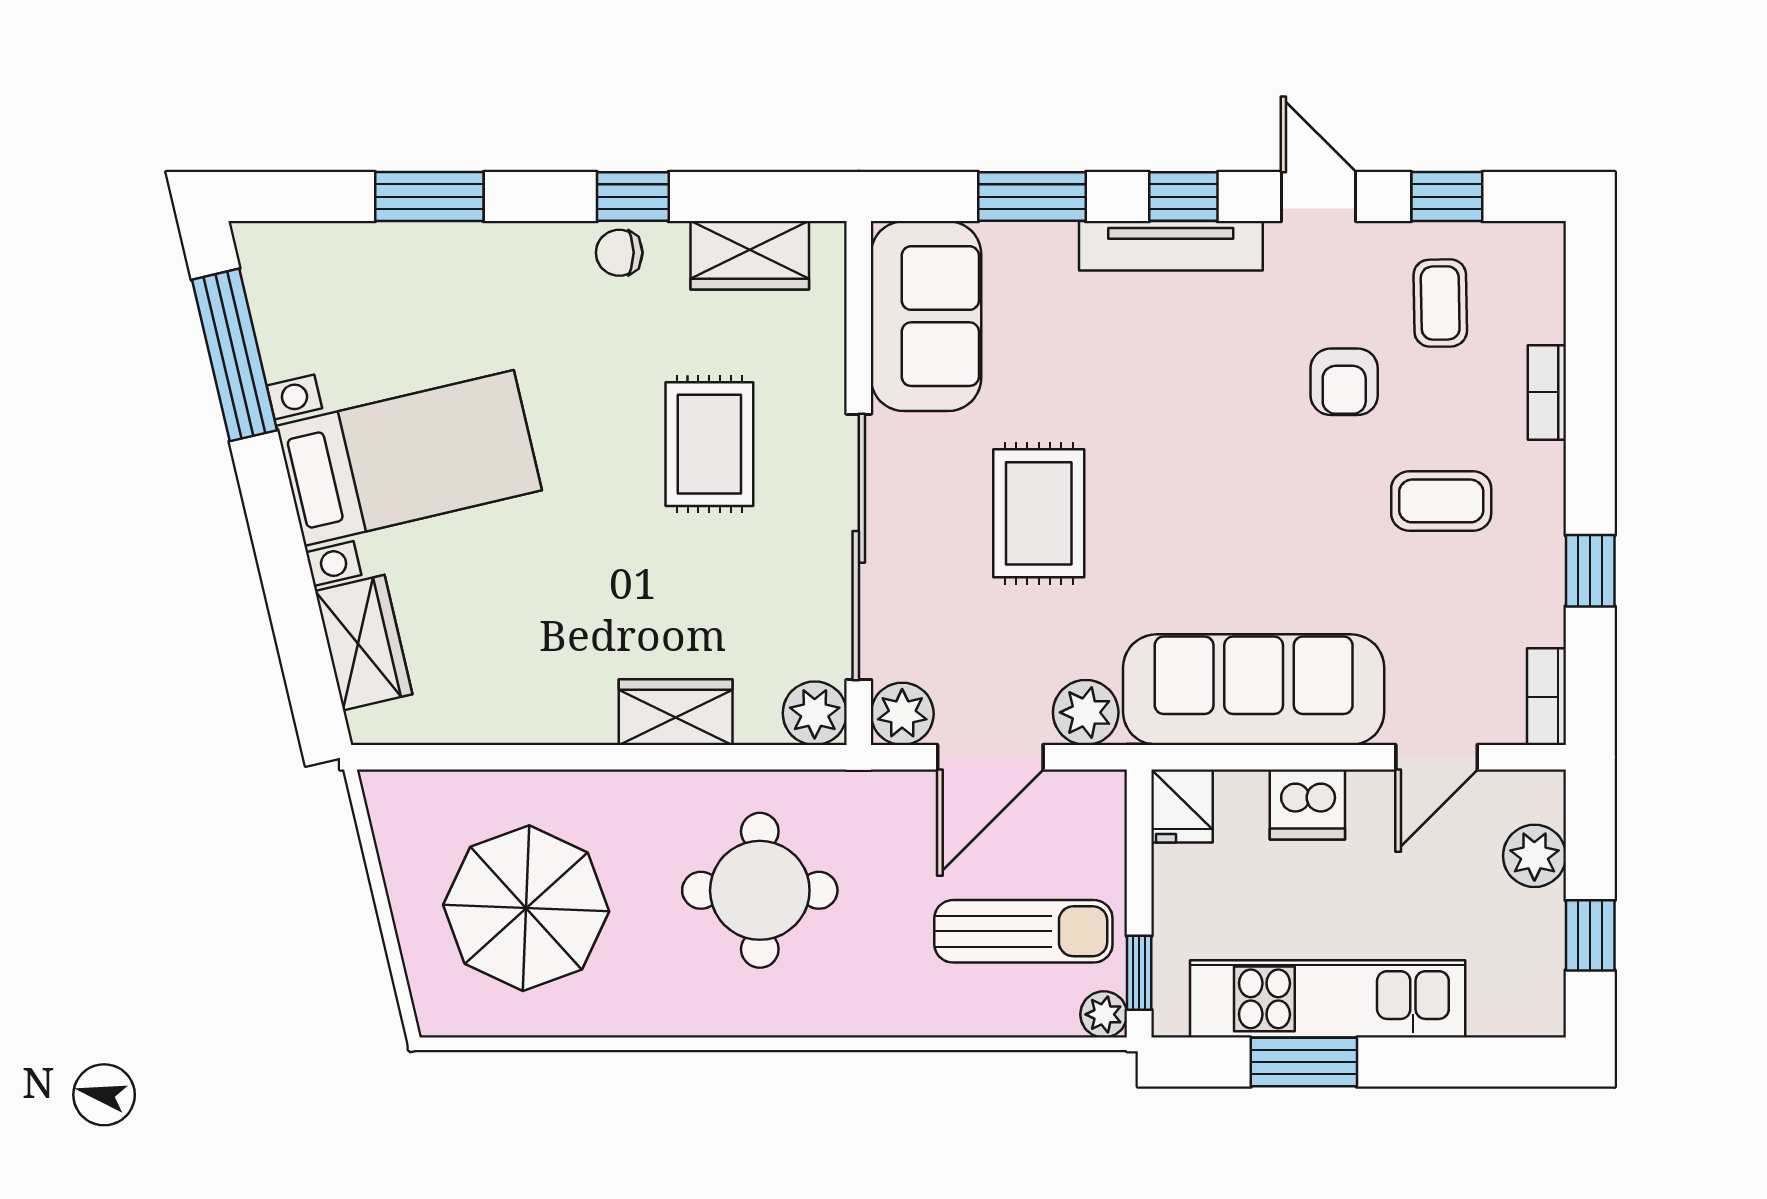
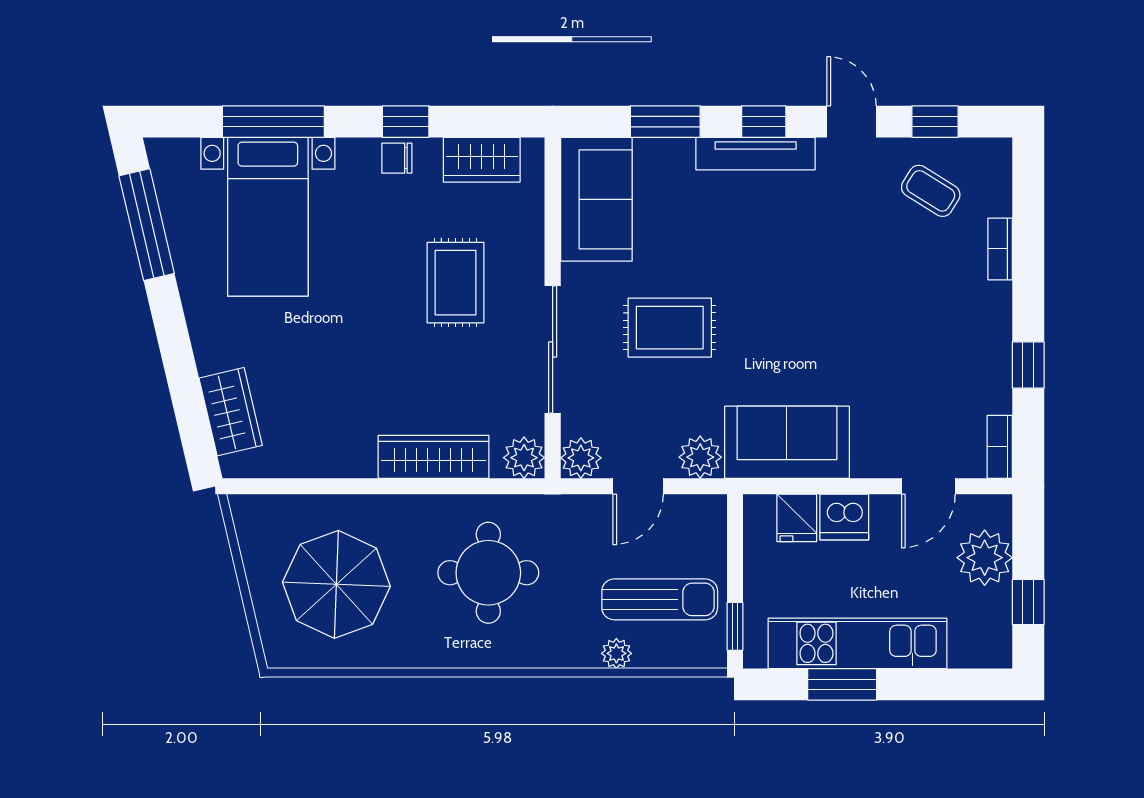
window: (429, 197) -> (273, 122), width x1.44
coffee table: (1440, 303) -> (931, 191), turned -57
armchair: (1344, 382) -> (868, 242), removed
bed with nightstands: (409, 458) -> (268, 217), moved, turned 103
coffee table: (1441, 501) -> (931, 320), removed
rug: (1039, 513) -> (670, 328), turned 90
sliding door: (859, 547) -> (553, 349), width x0.73
sofa: (1254, 690) -> (787, 442), width x0.73
wardrobe: (676, 712) -> (433, 457), width x1.50
door: (990, 757) -> (638, 486), width x0.73
fridge: (1182, 806) -> (797, 518), moved
plant: (1534, 856) -> (985, 558), width x1.36, depth x1.36
plant: (1104, 1014) -> (616, 653), moved

